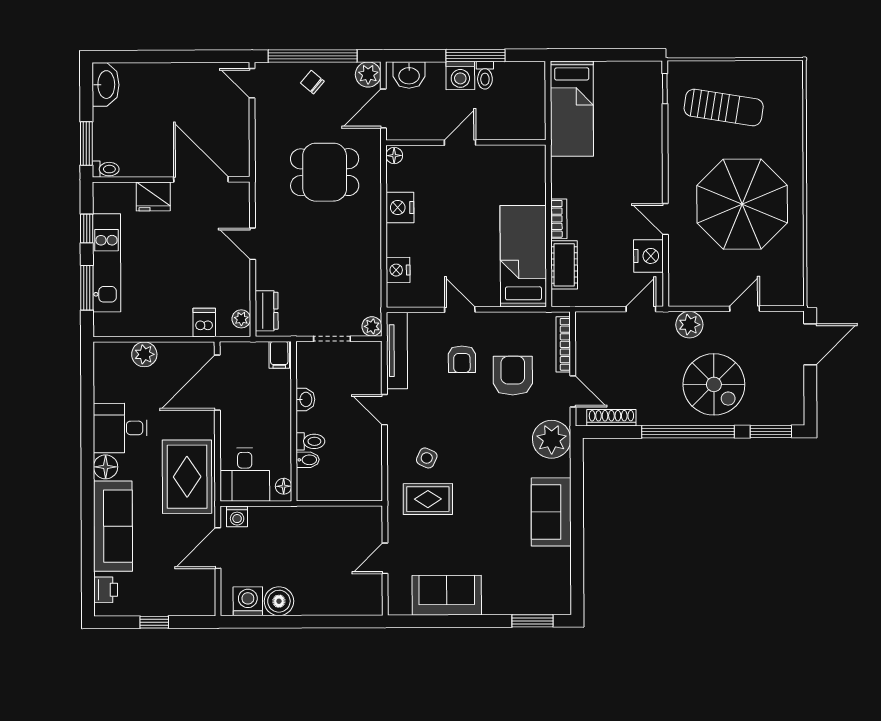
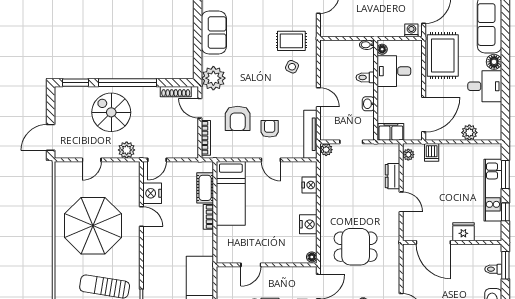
door: (460, 143) -> (251, 265), moved
toilet: (106, 169) -> (493, 269), moved
dresser: (267, 311) -> (392, 176), moved
filing cabinet: (279, 355) -> (391, 132), width x2.00
bidet: (308, 460) -> (367, 45), moved
desk: (245, 475) -> (394, 71), moved, turned -90

